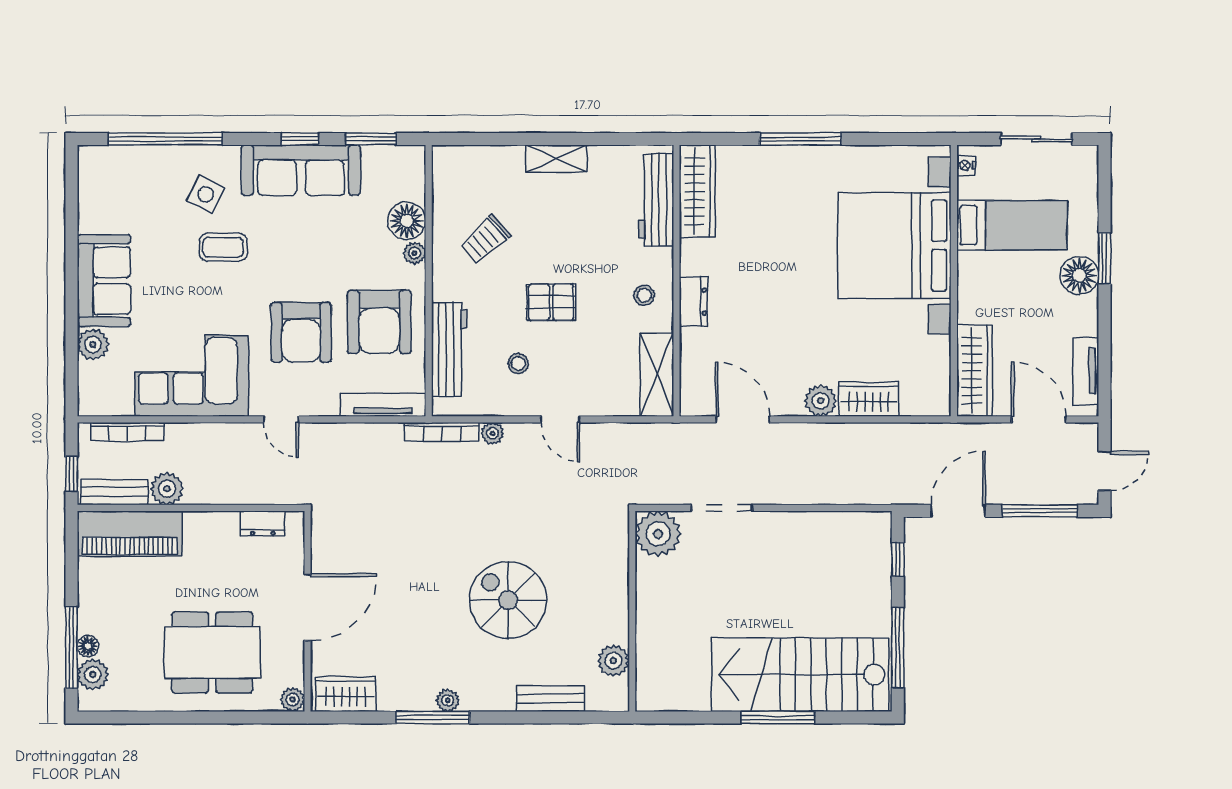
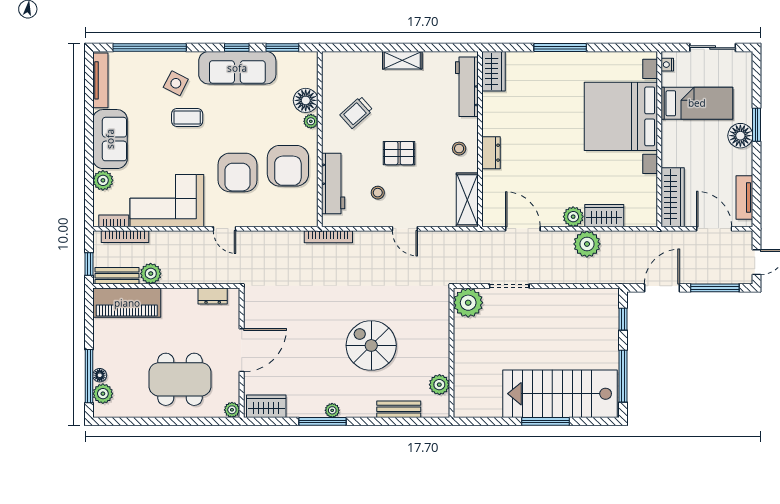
wardrobe: (697, 191) -> (493, 71), width x0.67
tv unit: (383, 405) -> (100, 80), moved, turned 90
bookcase: (110, 407) -> (114, 221), added
plant: (492, 433) -> (587, 244), moved, width x1.88, depth x1.88

